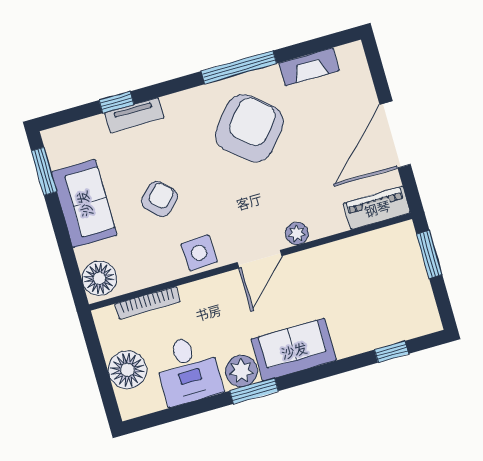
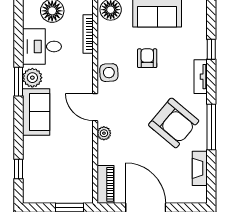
tv unit: (134, 115) -> (201, 77), moved
armchair: (159, 199) -> (147, 58), turned -135

